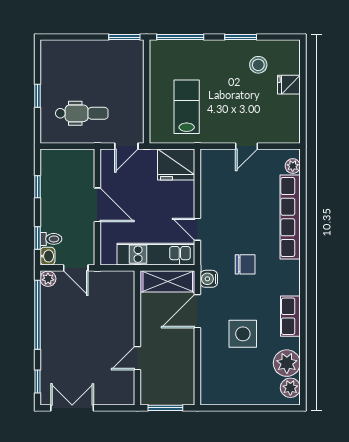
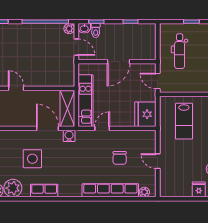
lab bench: (187, 107) -> (184, 121), turned 90
chair: (245, 264) -> (120, 158), moved
door: (76, 268) -> (76, 47), swing flipped

